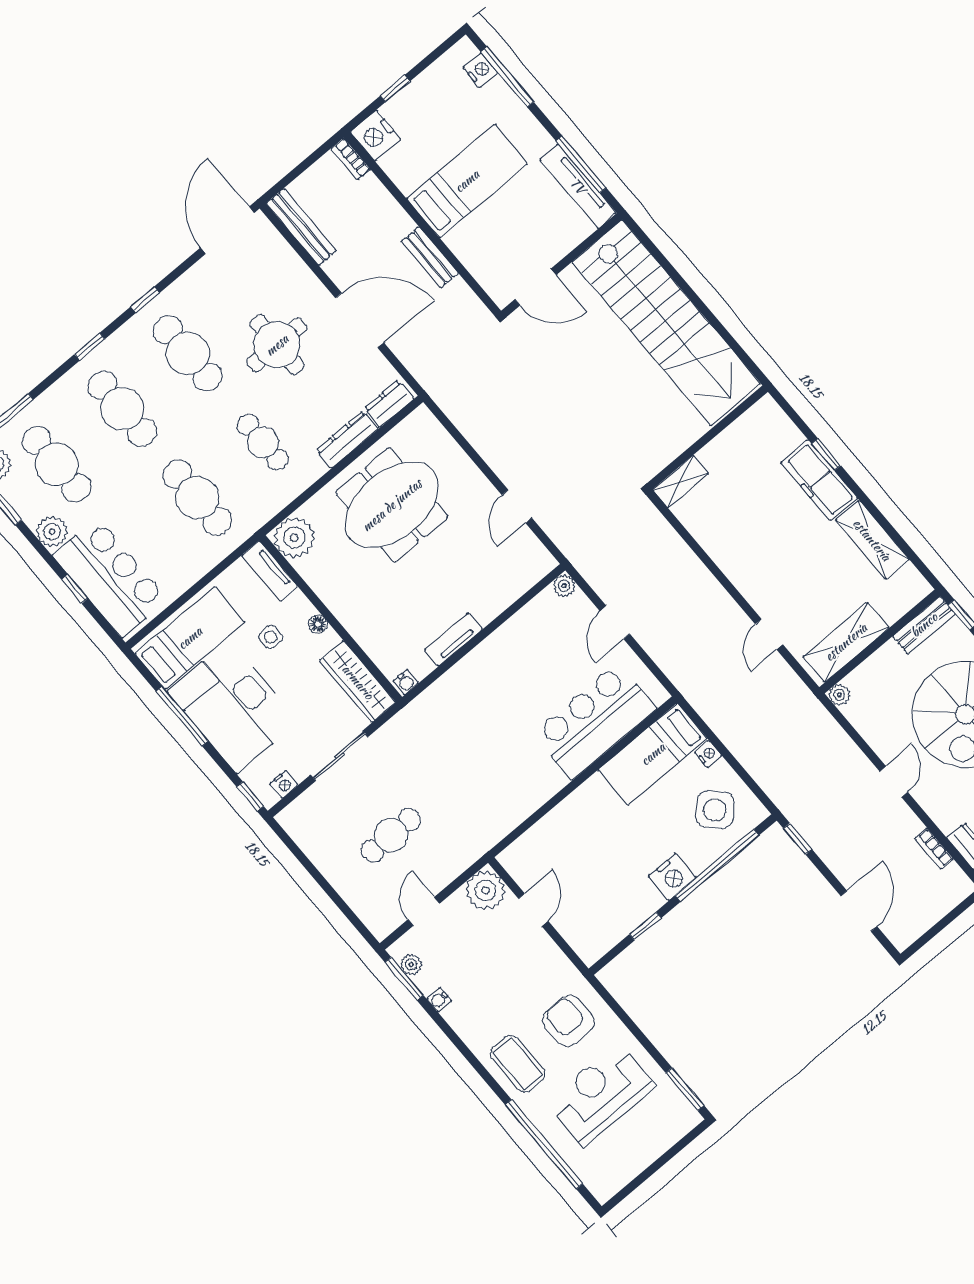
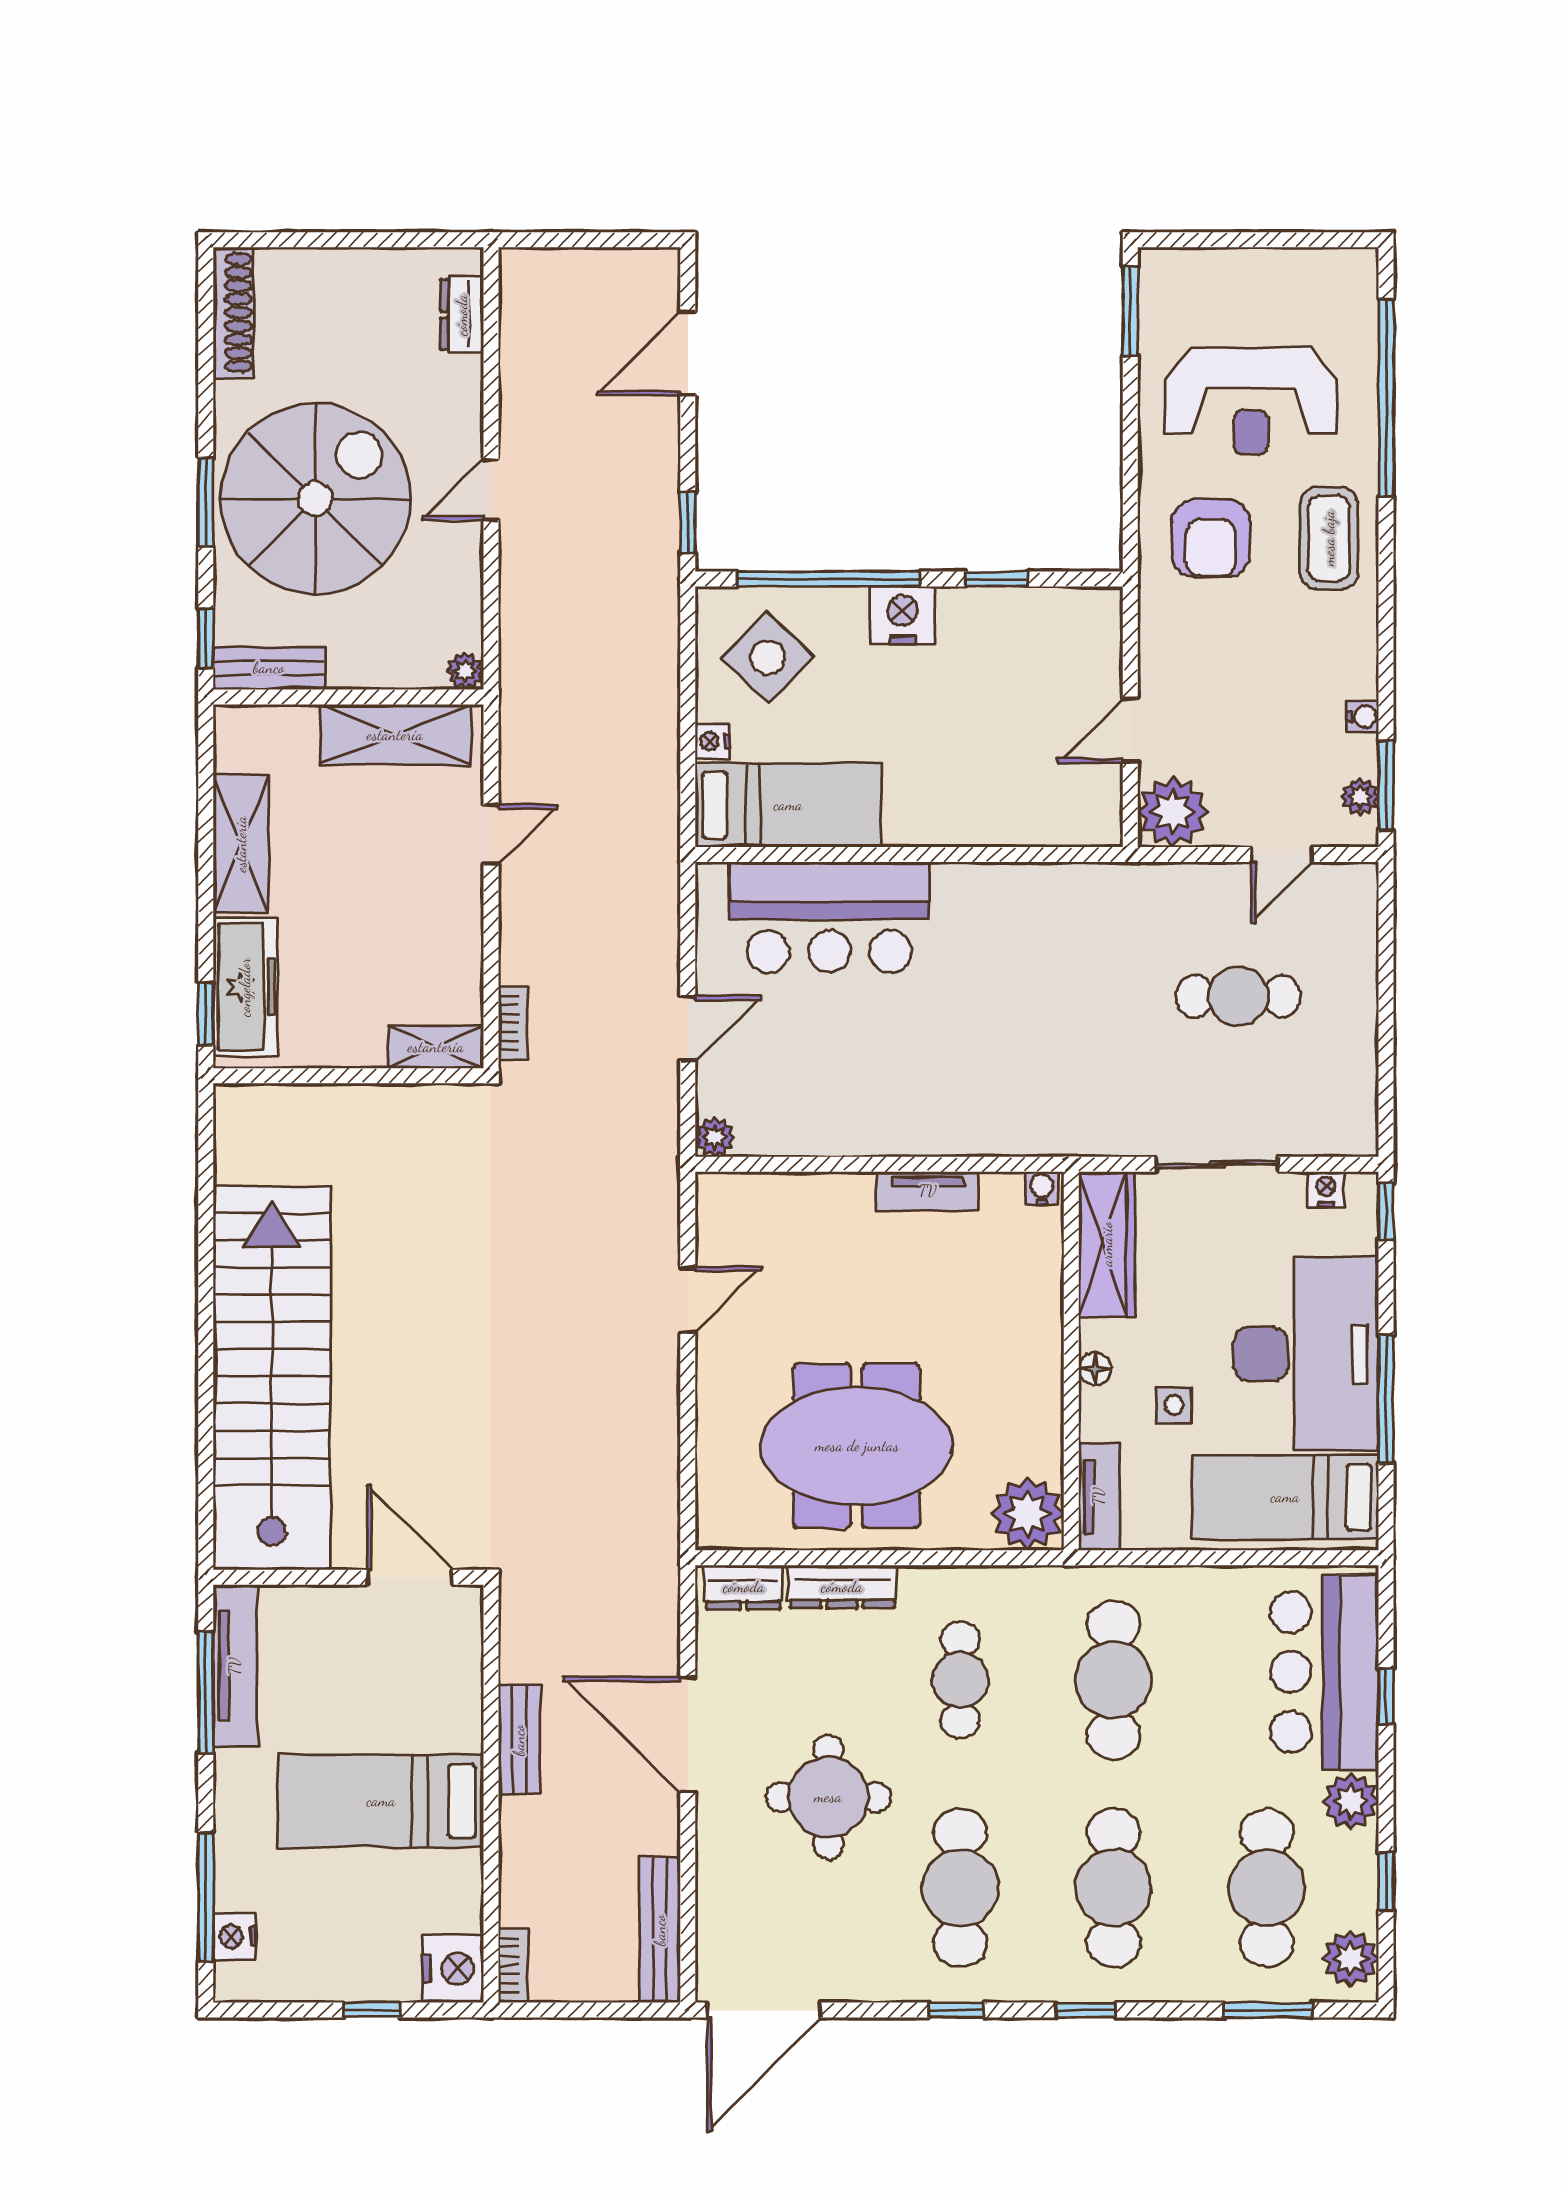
wall: (707, 438) -> (348, 1076), moved
shelving: (680, 481) -> (436, 1047), moved
bookcase: (934, 849) -> (513, 1023), moved

